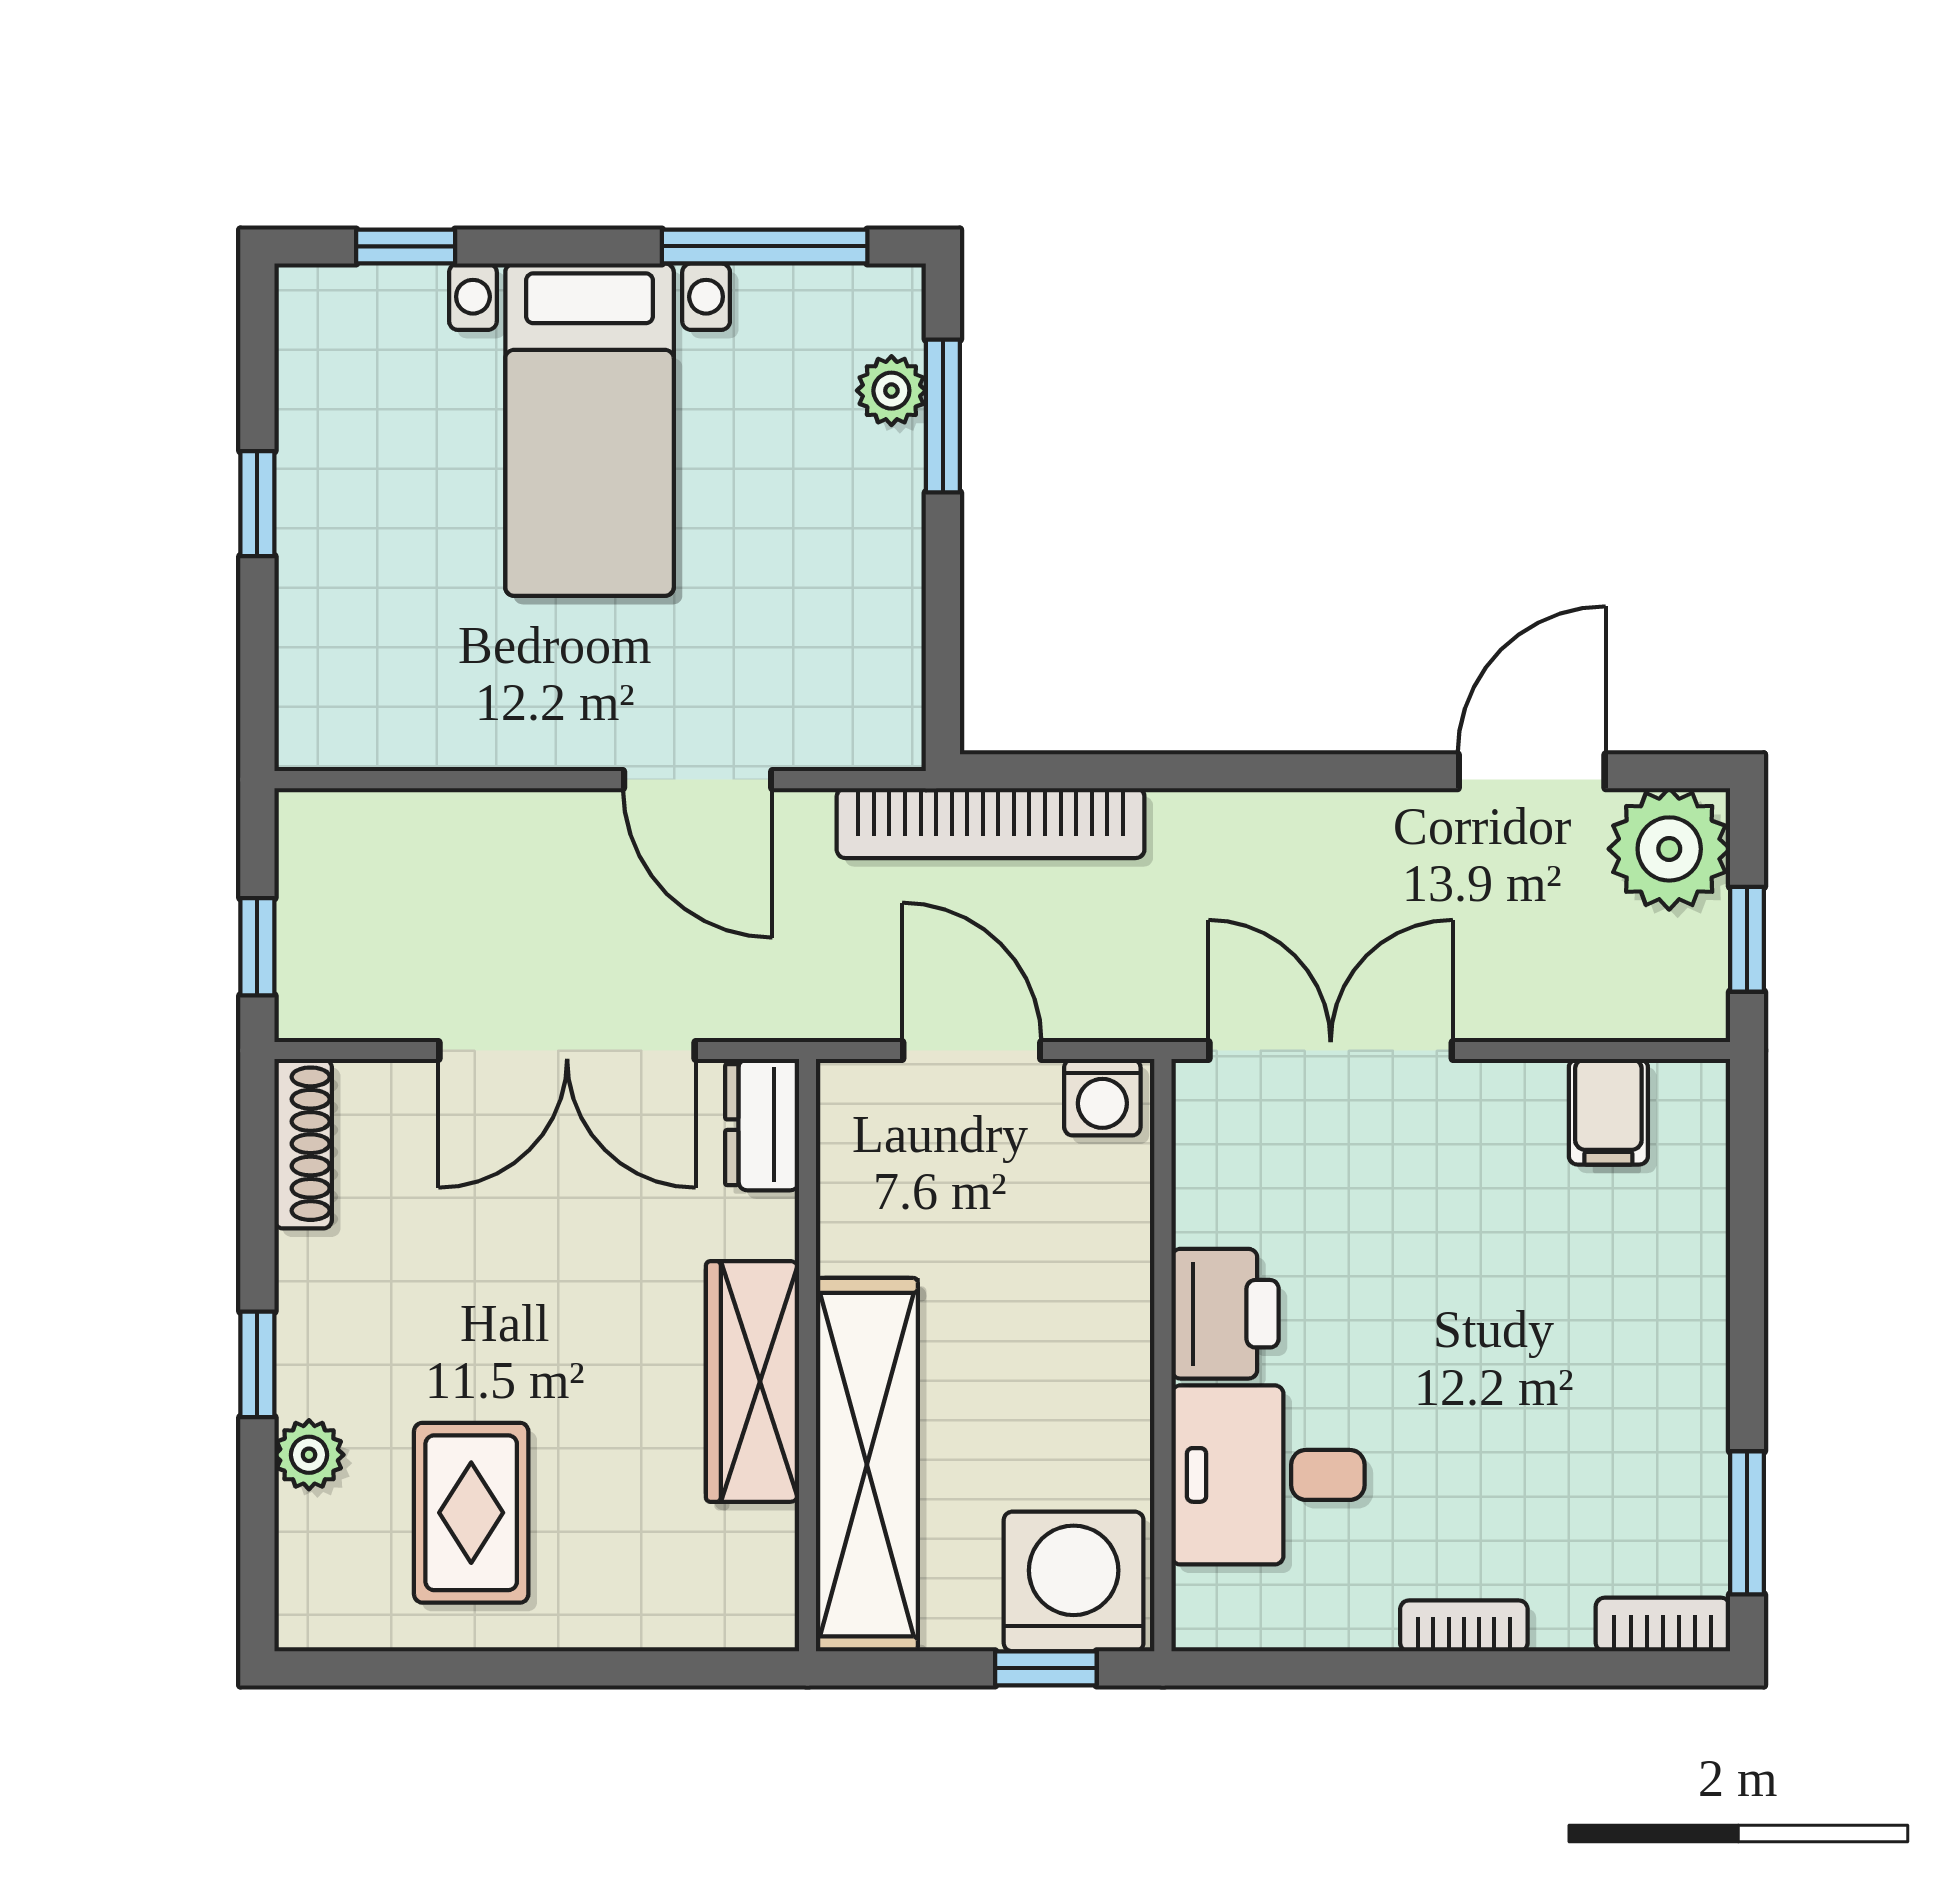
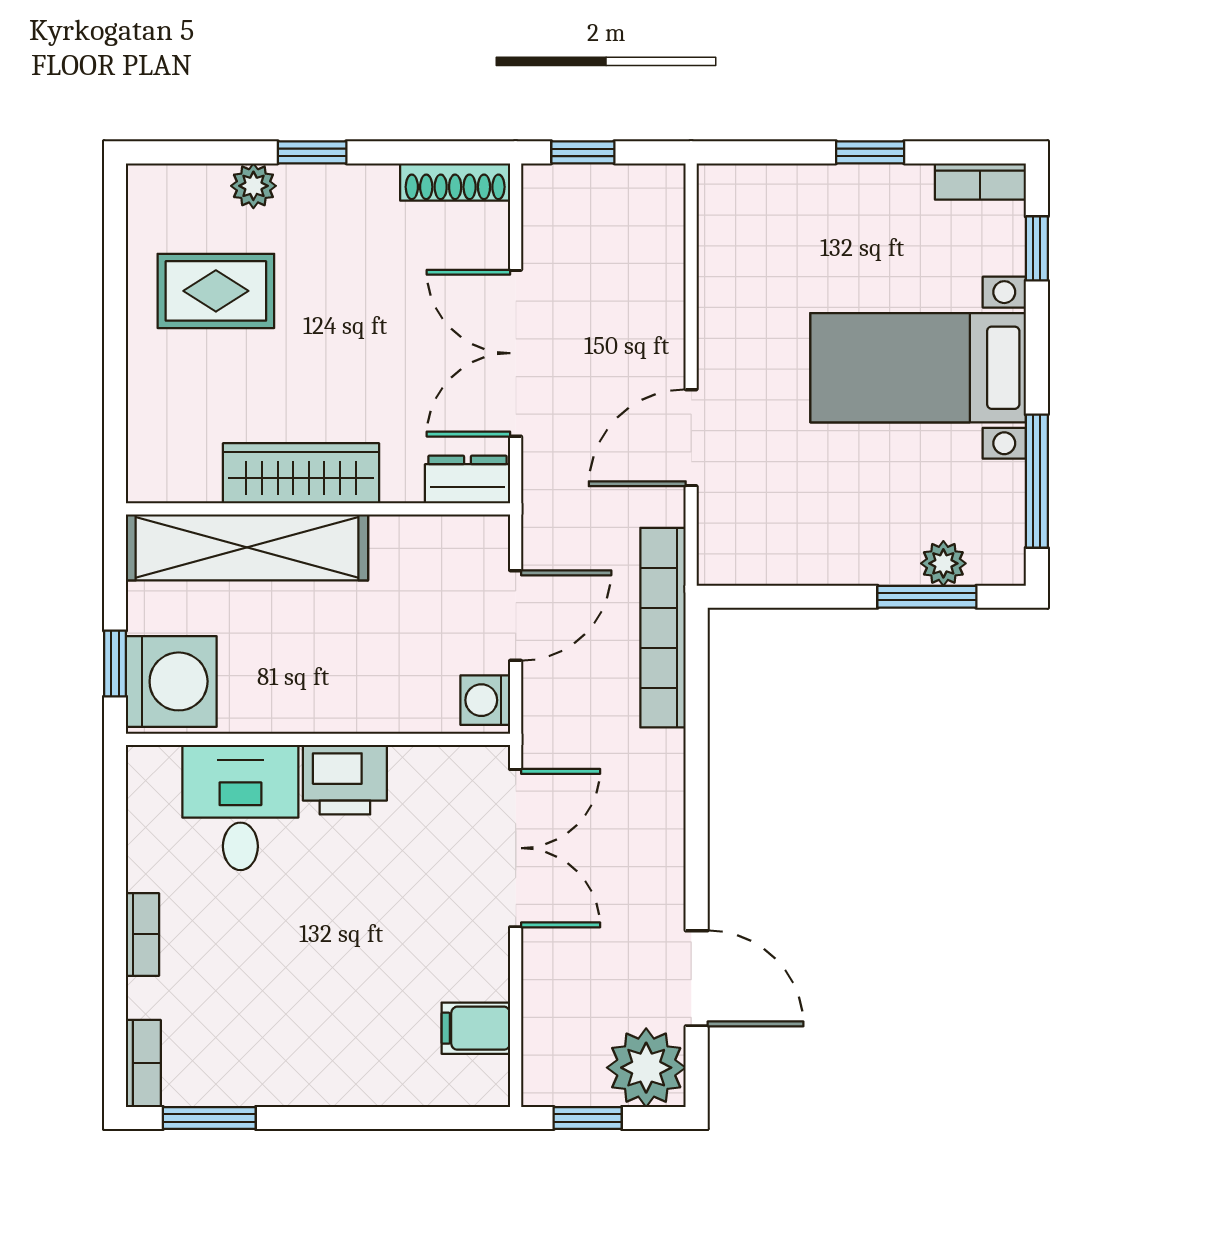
bookcase: (302, 334) -> (980, 181), added

